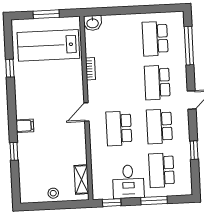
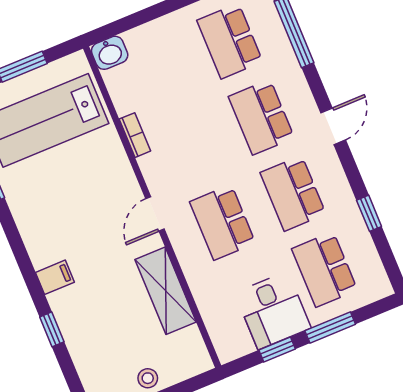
shelving: (81, 179) -> (166, 291), moved, width x1.50, depth x1.33
window: (112, 203) -> (277, 349), moved

